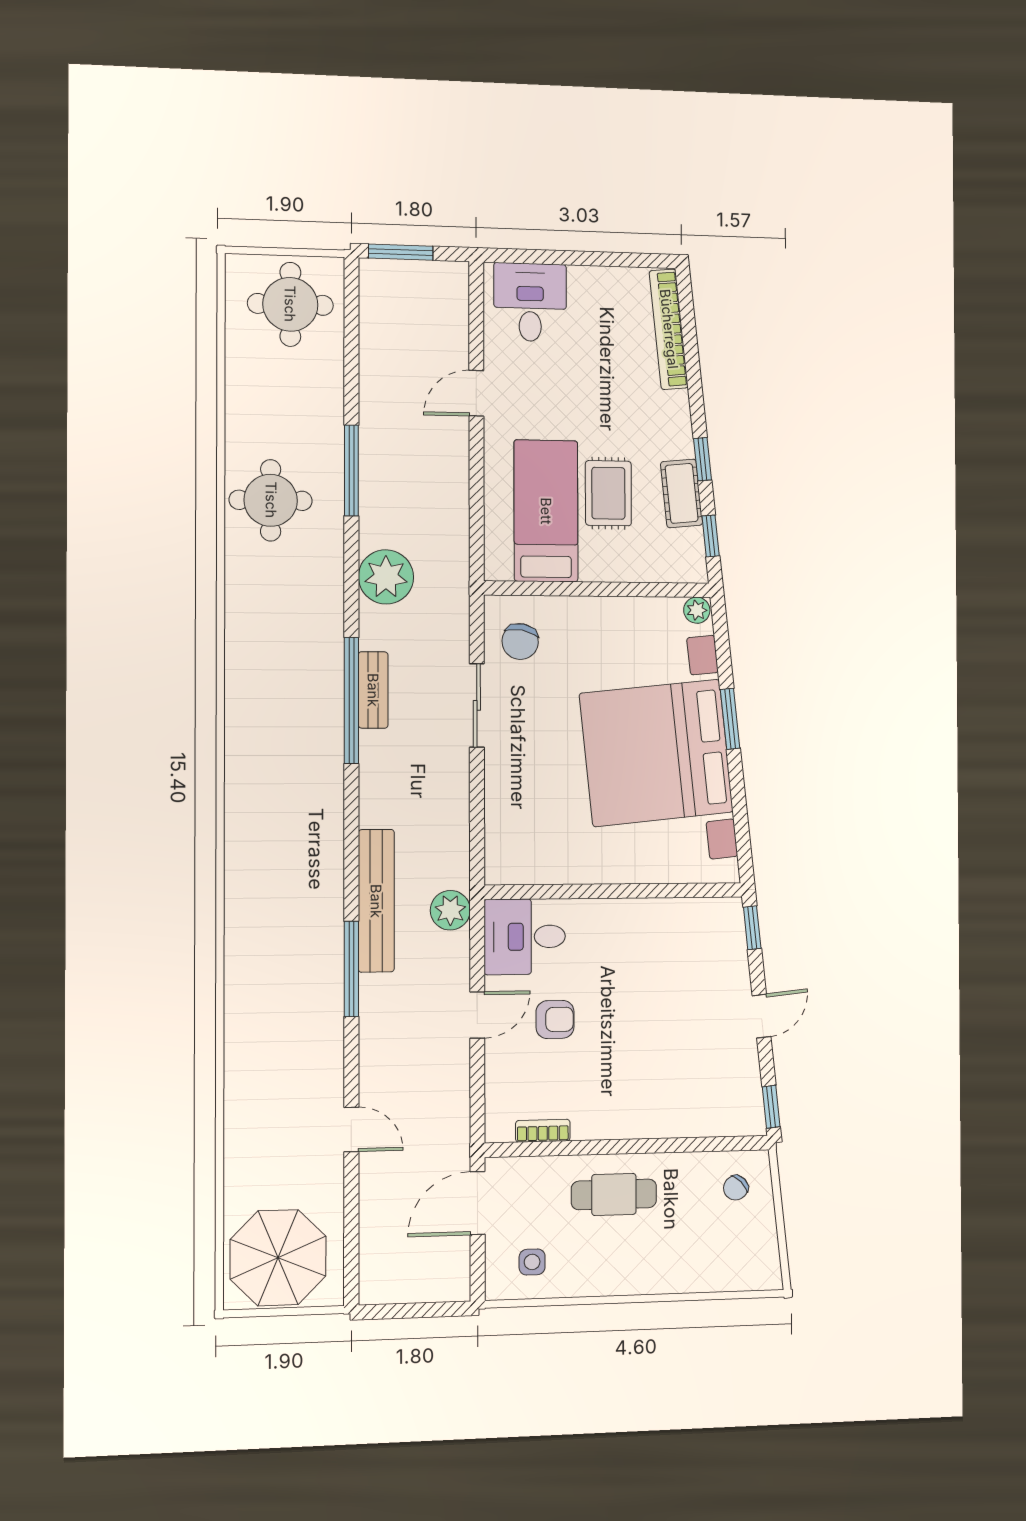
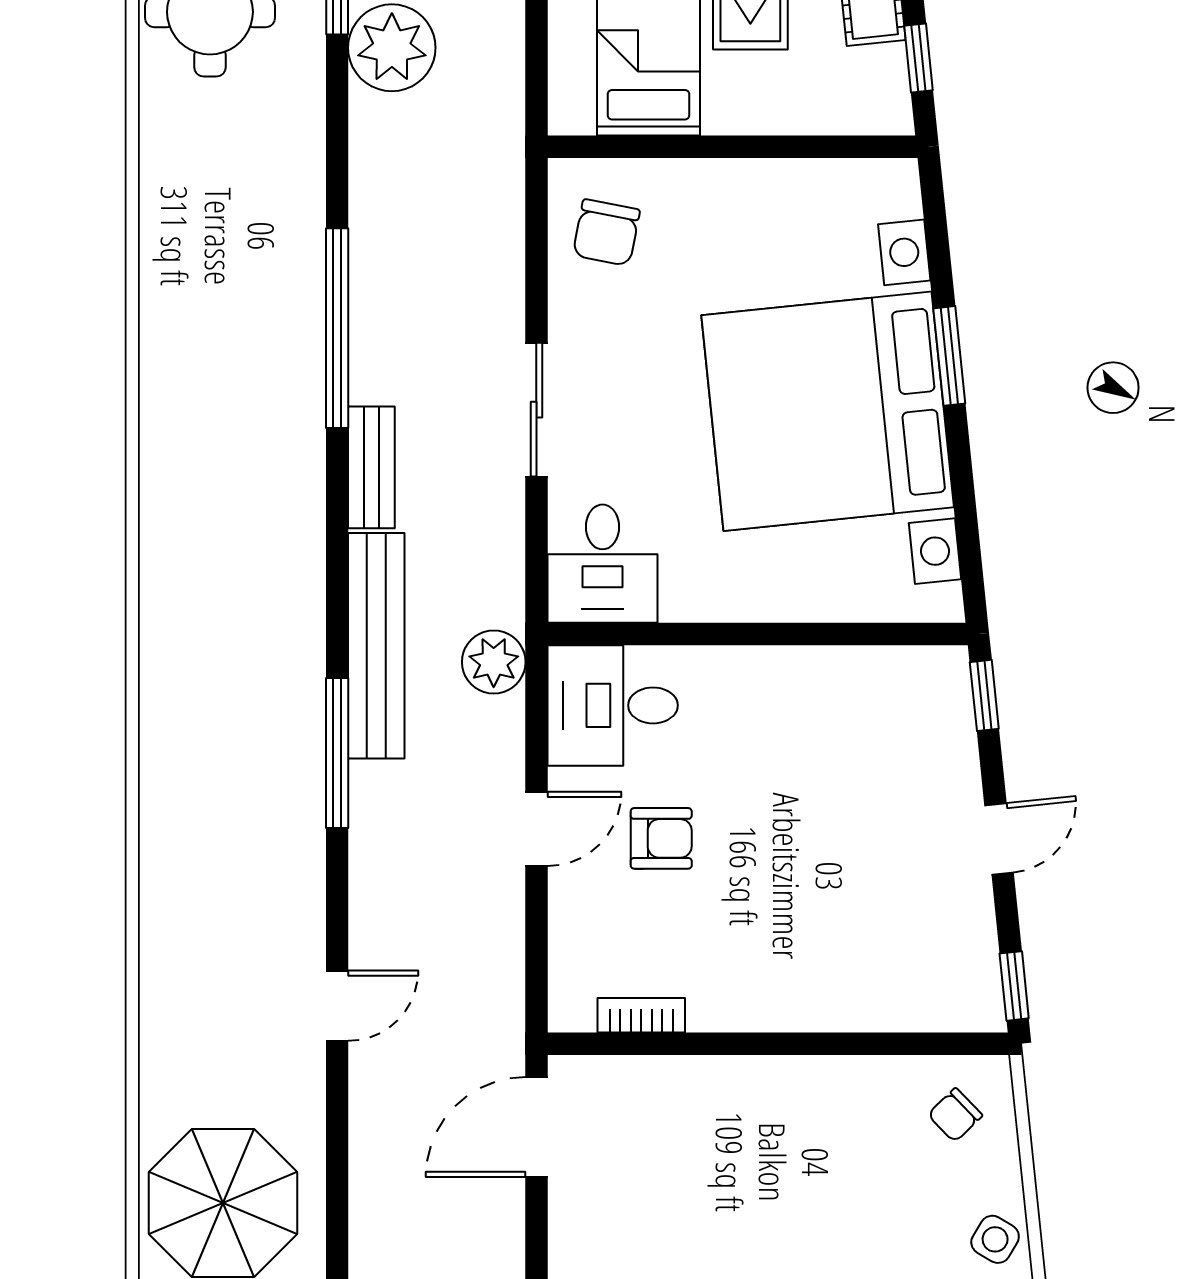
plant: (386, 577) -> (392, 48), moved
plant: (697, 610) -> (895, 179), removed
bench: (373, 690) -> (371, 467), moved
sliding door: (477, 705) -> (536, 410), moved
desk: (518, 848) -> (602, 564), added
door: (351, 1129) -> (337, 1006), hinge flipped
cafe table: (614, 1194) -> (756, 1120), removed
side table: (532, 1262) -> (995, 1239), moved, turned 31

